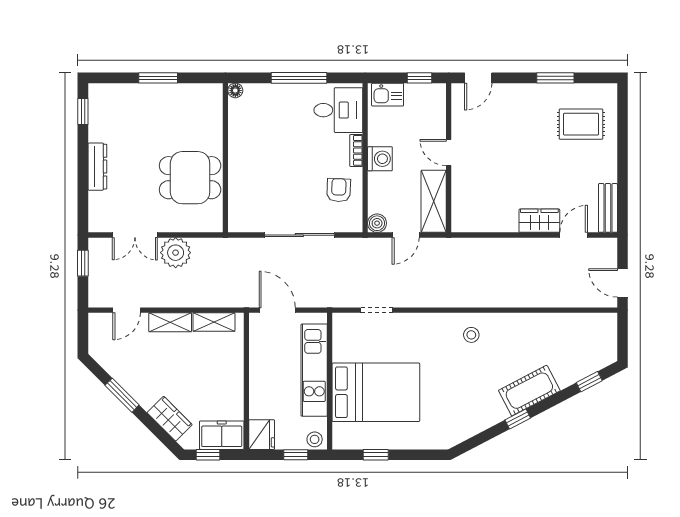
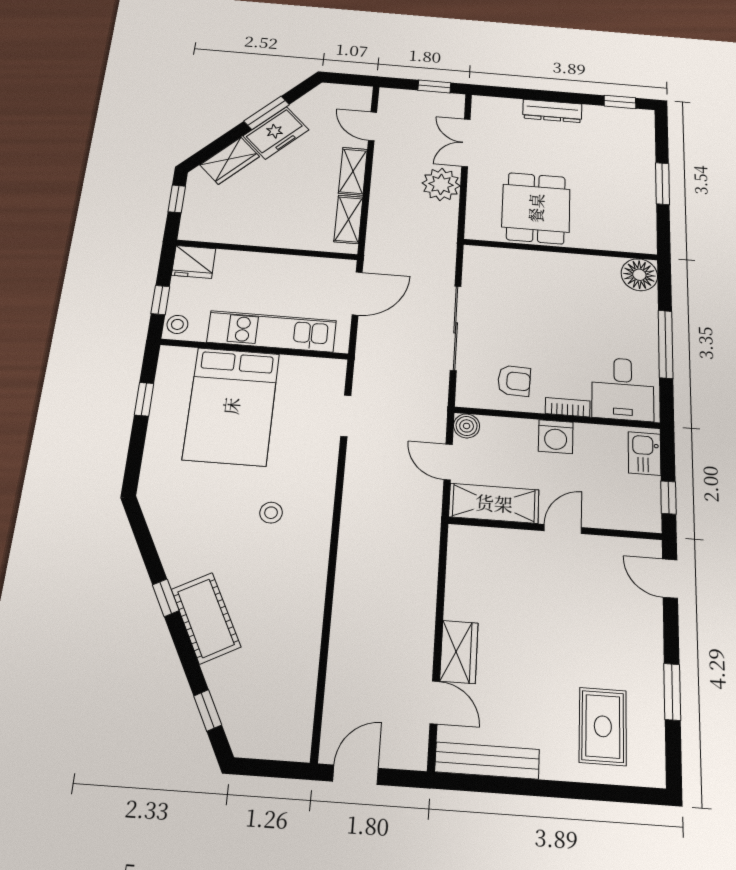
floor lamp: (235, 90) -> (639, 275), width x1.89, depth x1.89
bench: (608, 208) -> (487, 761), width x1.36
stool: (471, 335) -> (271, 513), moved
freezer: (222, 435) -> (276, 133), moved, turned 45

